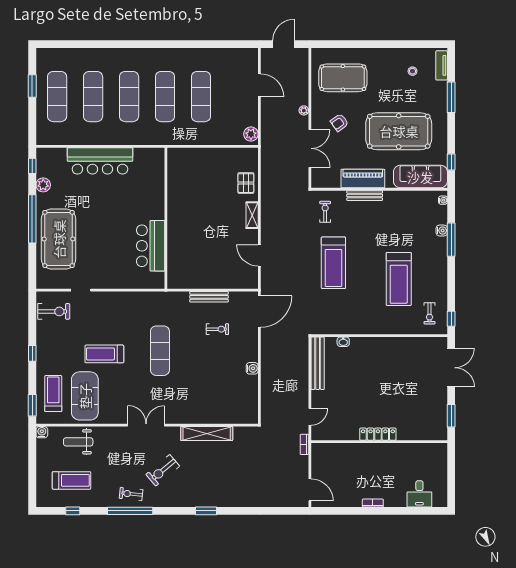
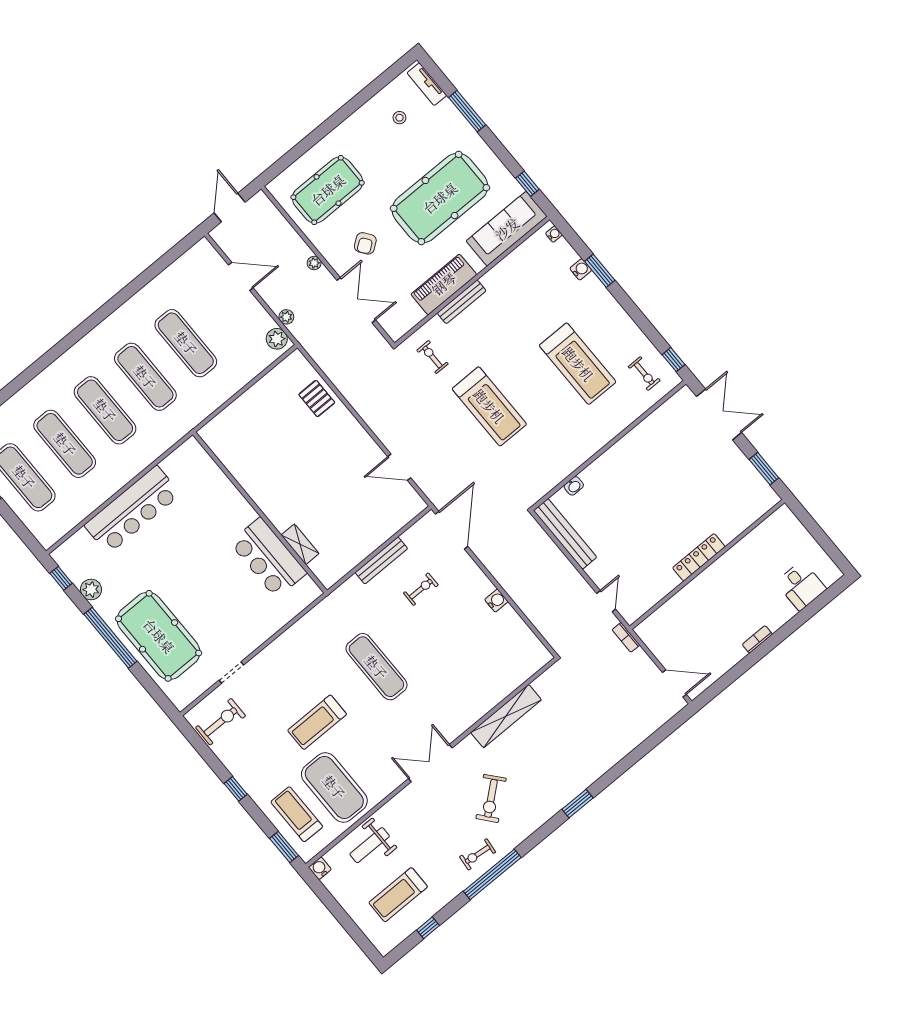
plant: (266, 127) -> (286, 317), added
shelving: (252, 215) -> (300, 544), moved
window: (451, 240) -> (600, 271), width x0.69
treadmill: (72, 480) -> (398, 895), turned 180

